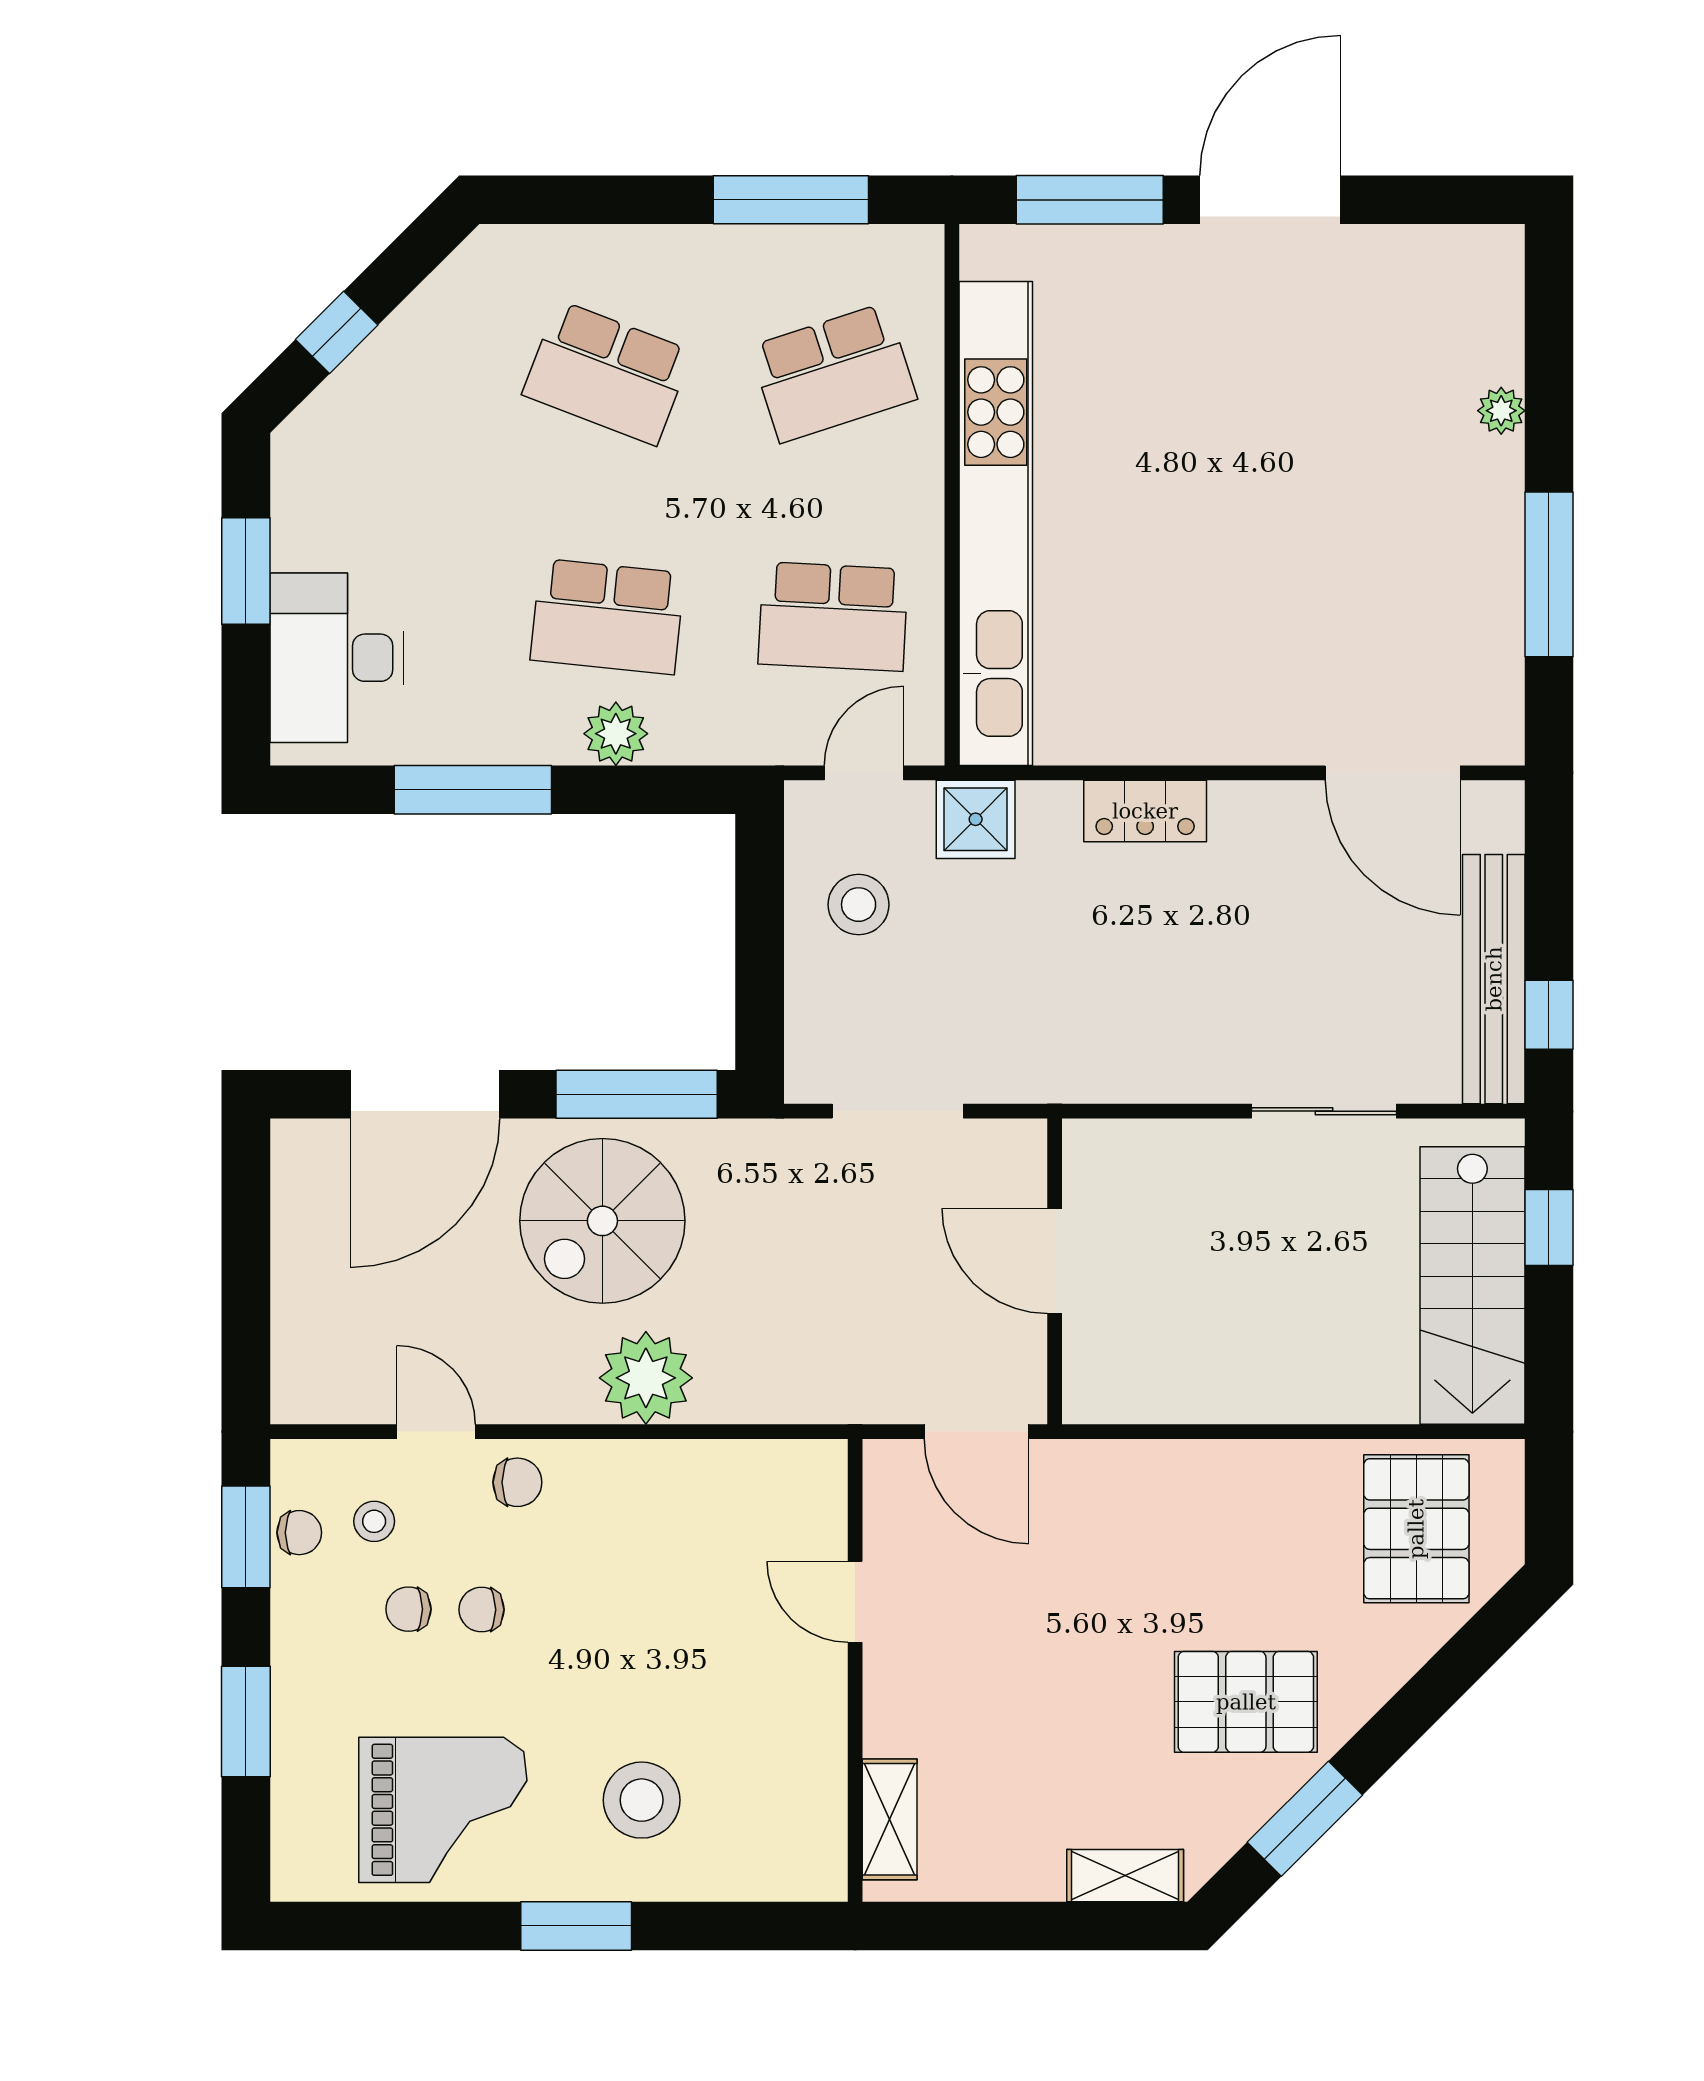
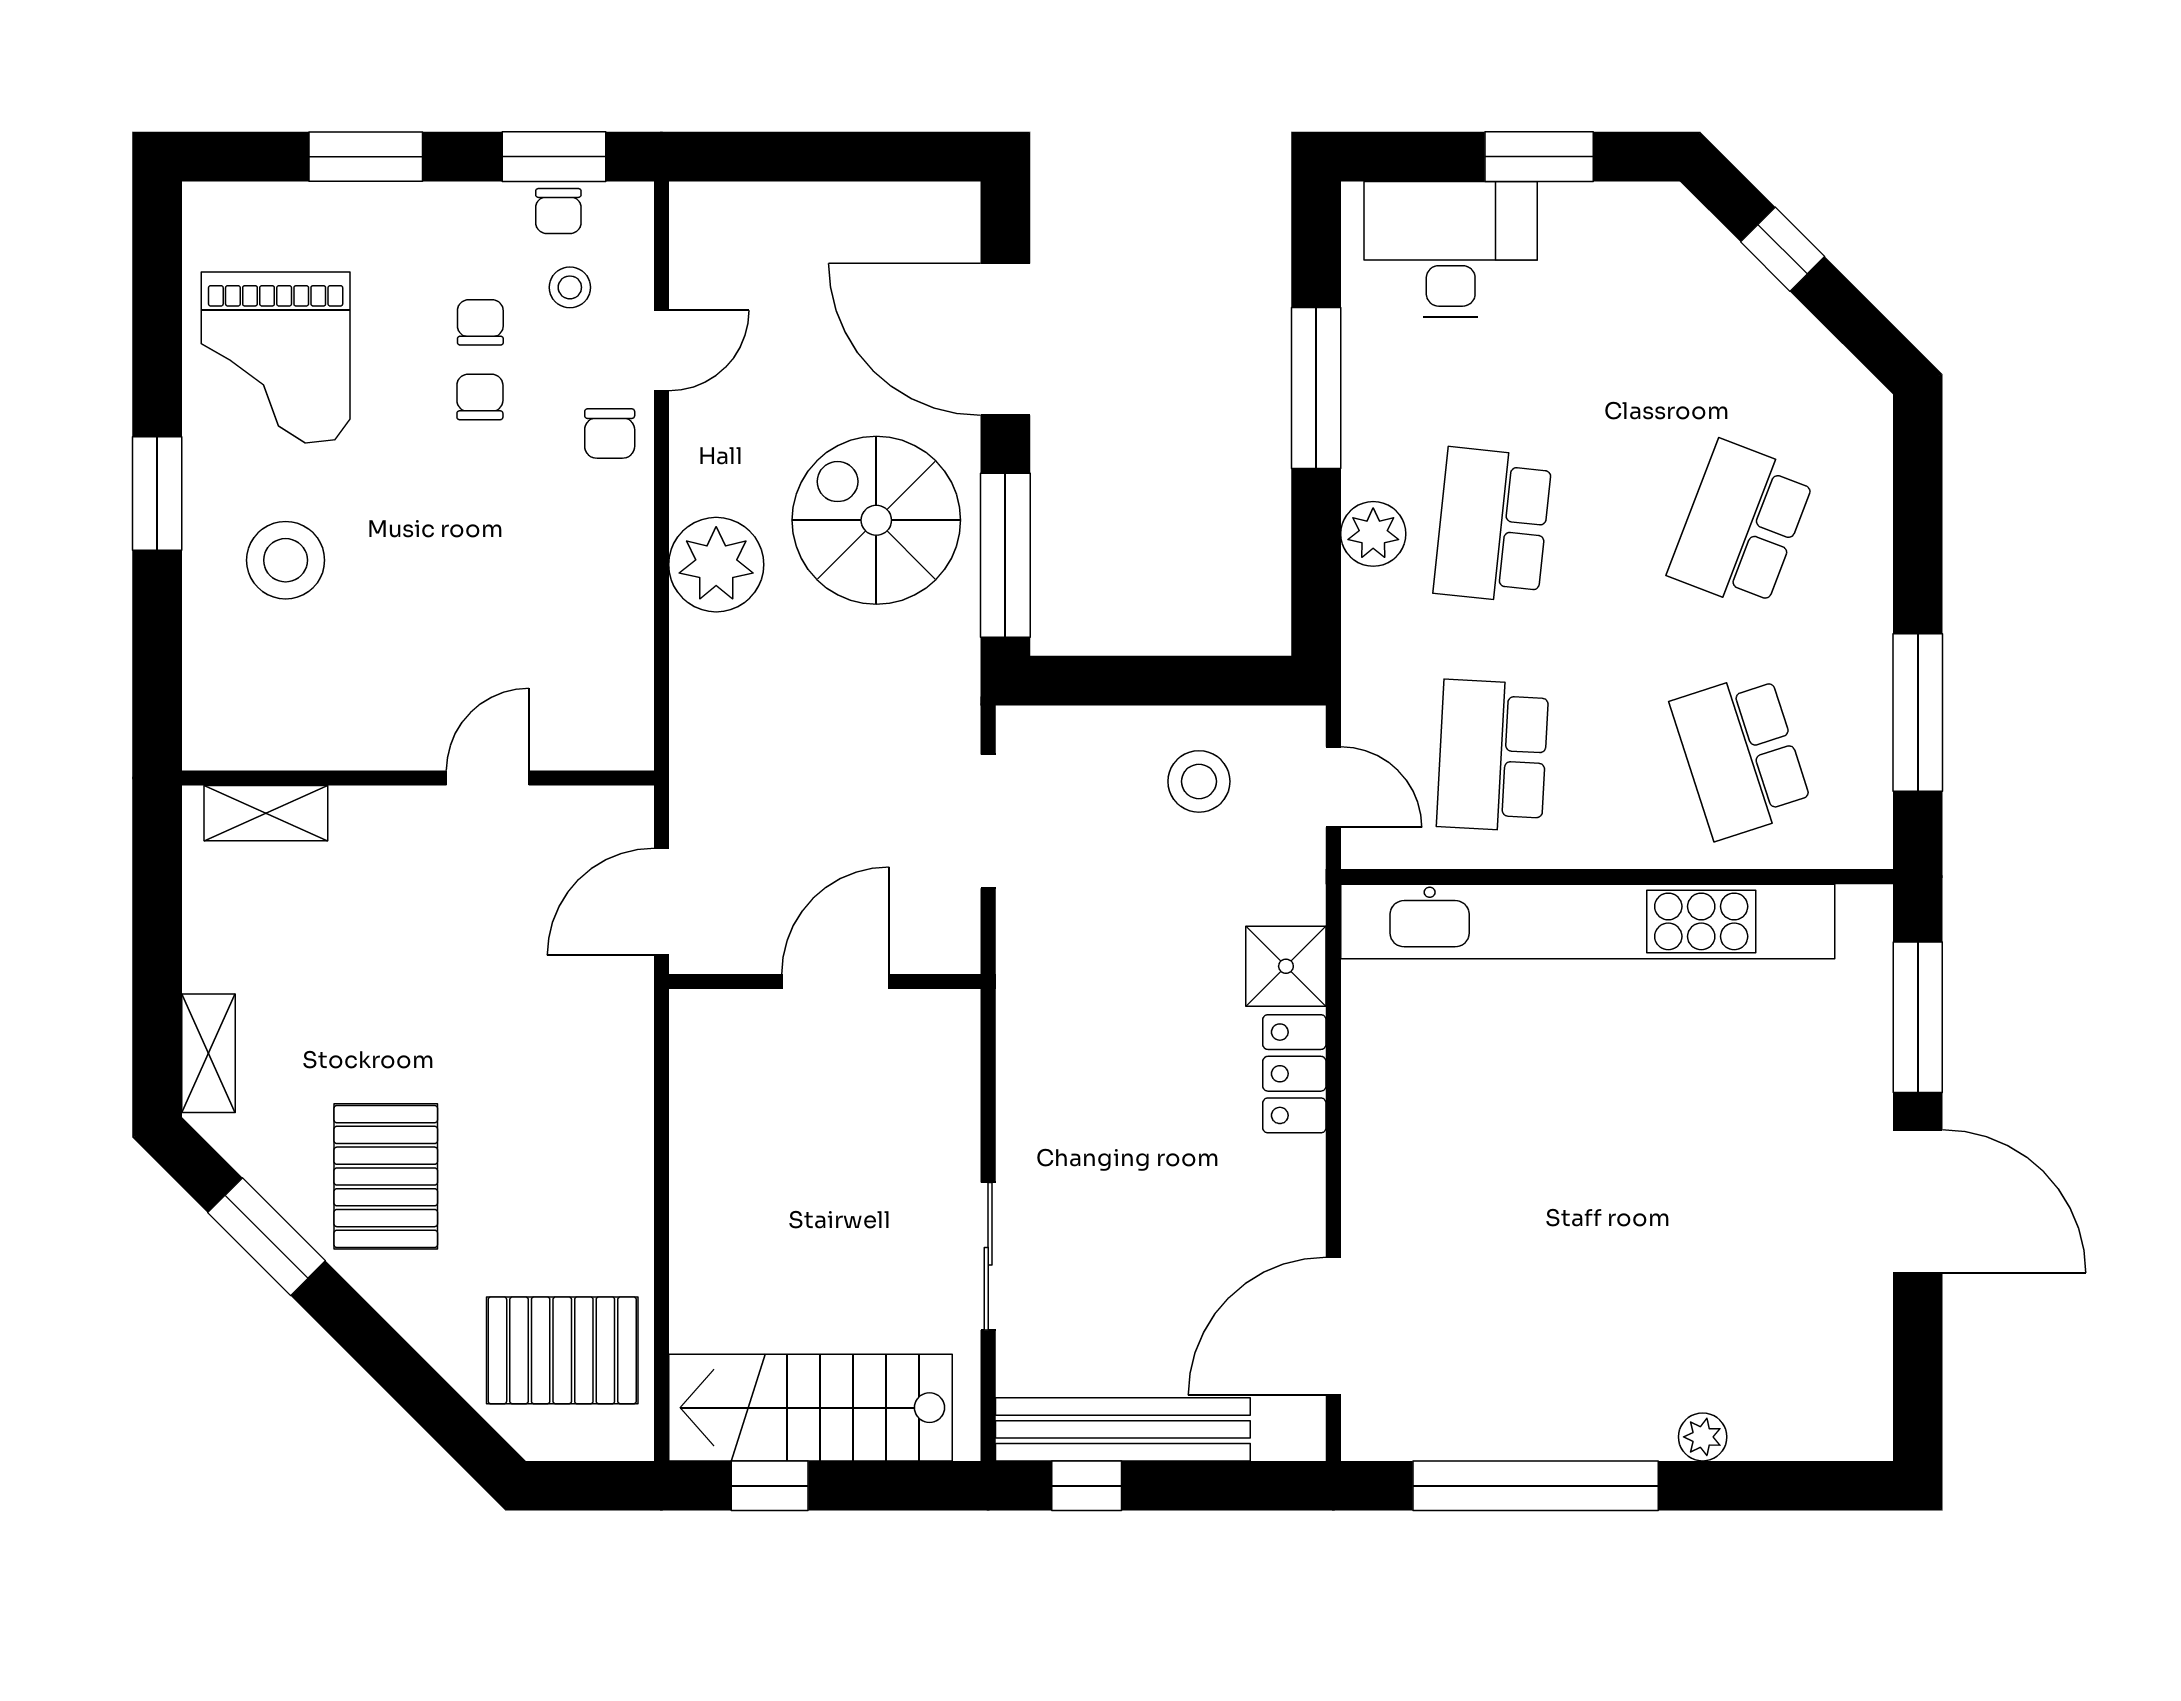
window: (1549, 574) -> (1536, 1486), width x1.46
shower: (976, 819) -> (1286, 966), moved
window: (1549, 1228) -> (770, 1486), moved

